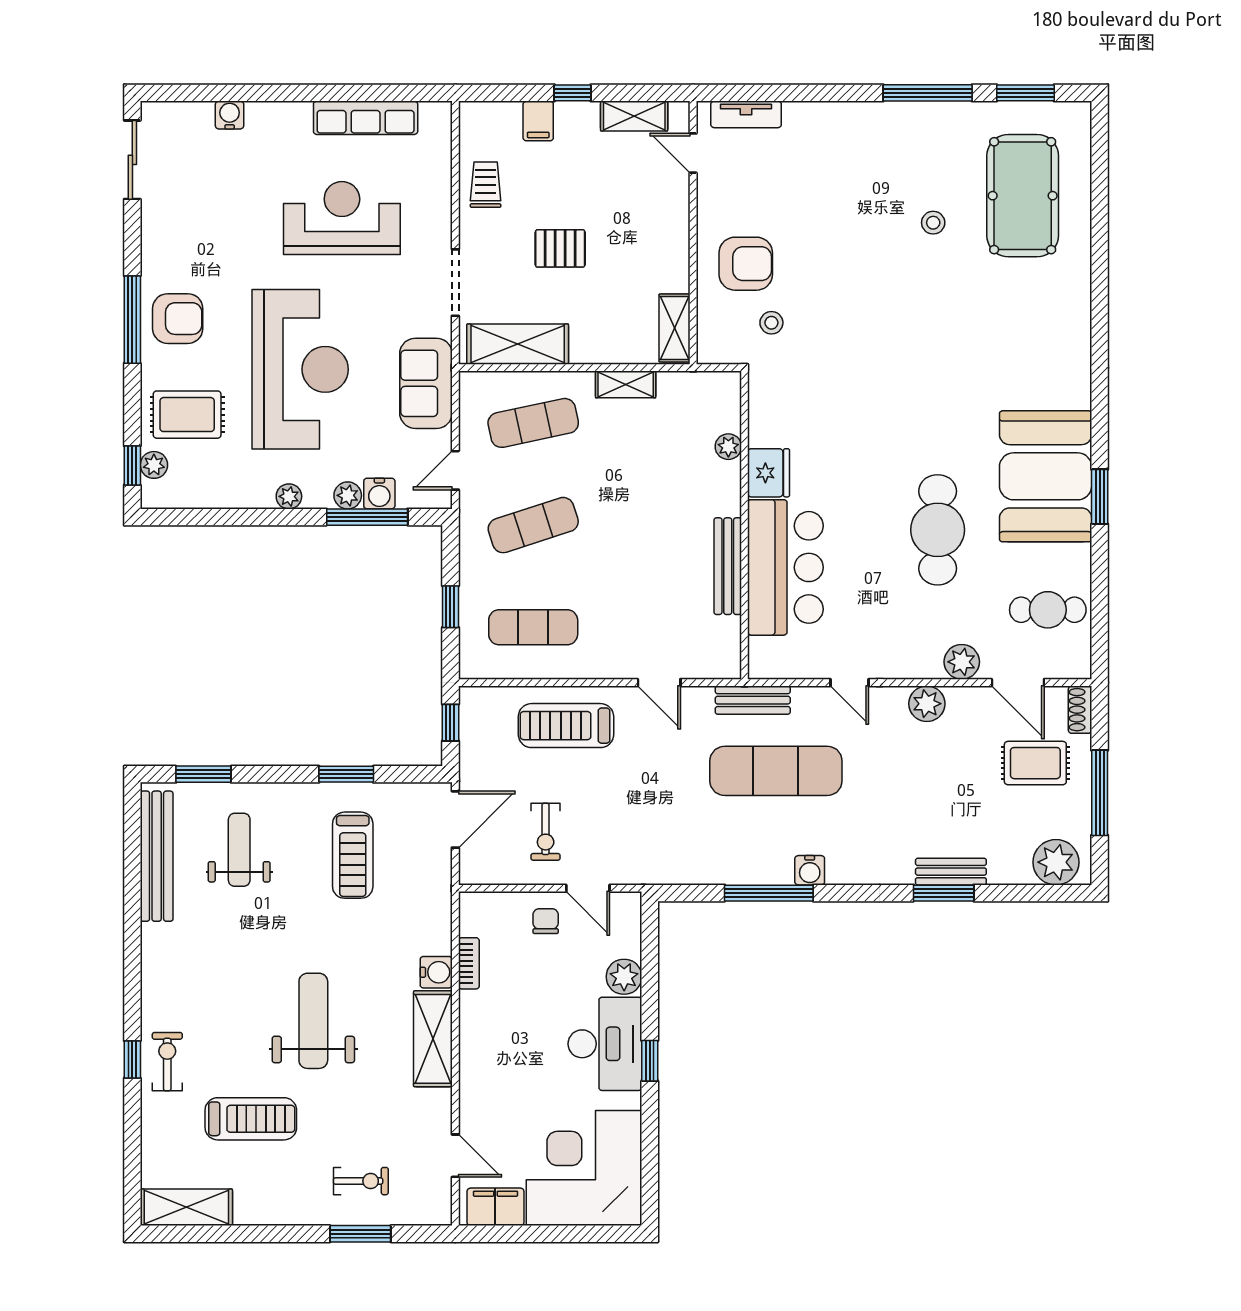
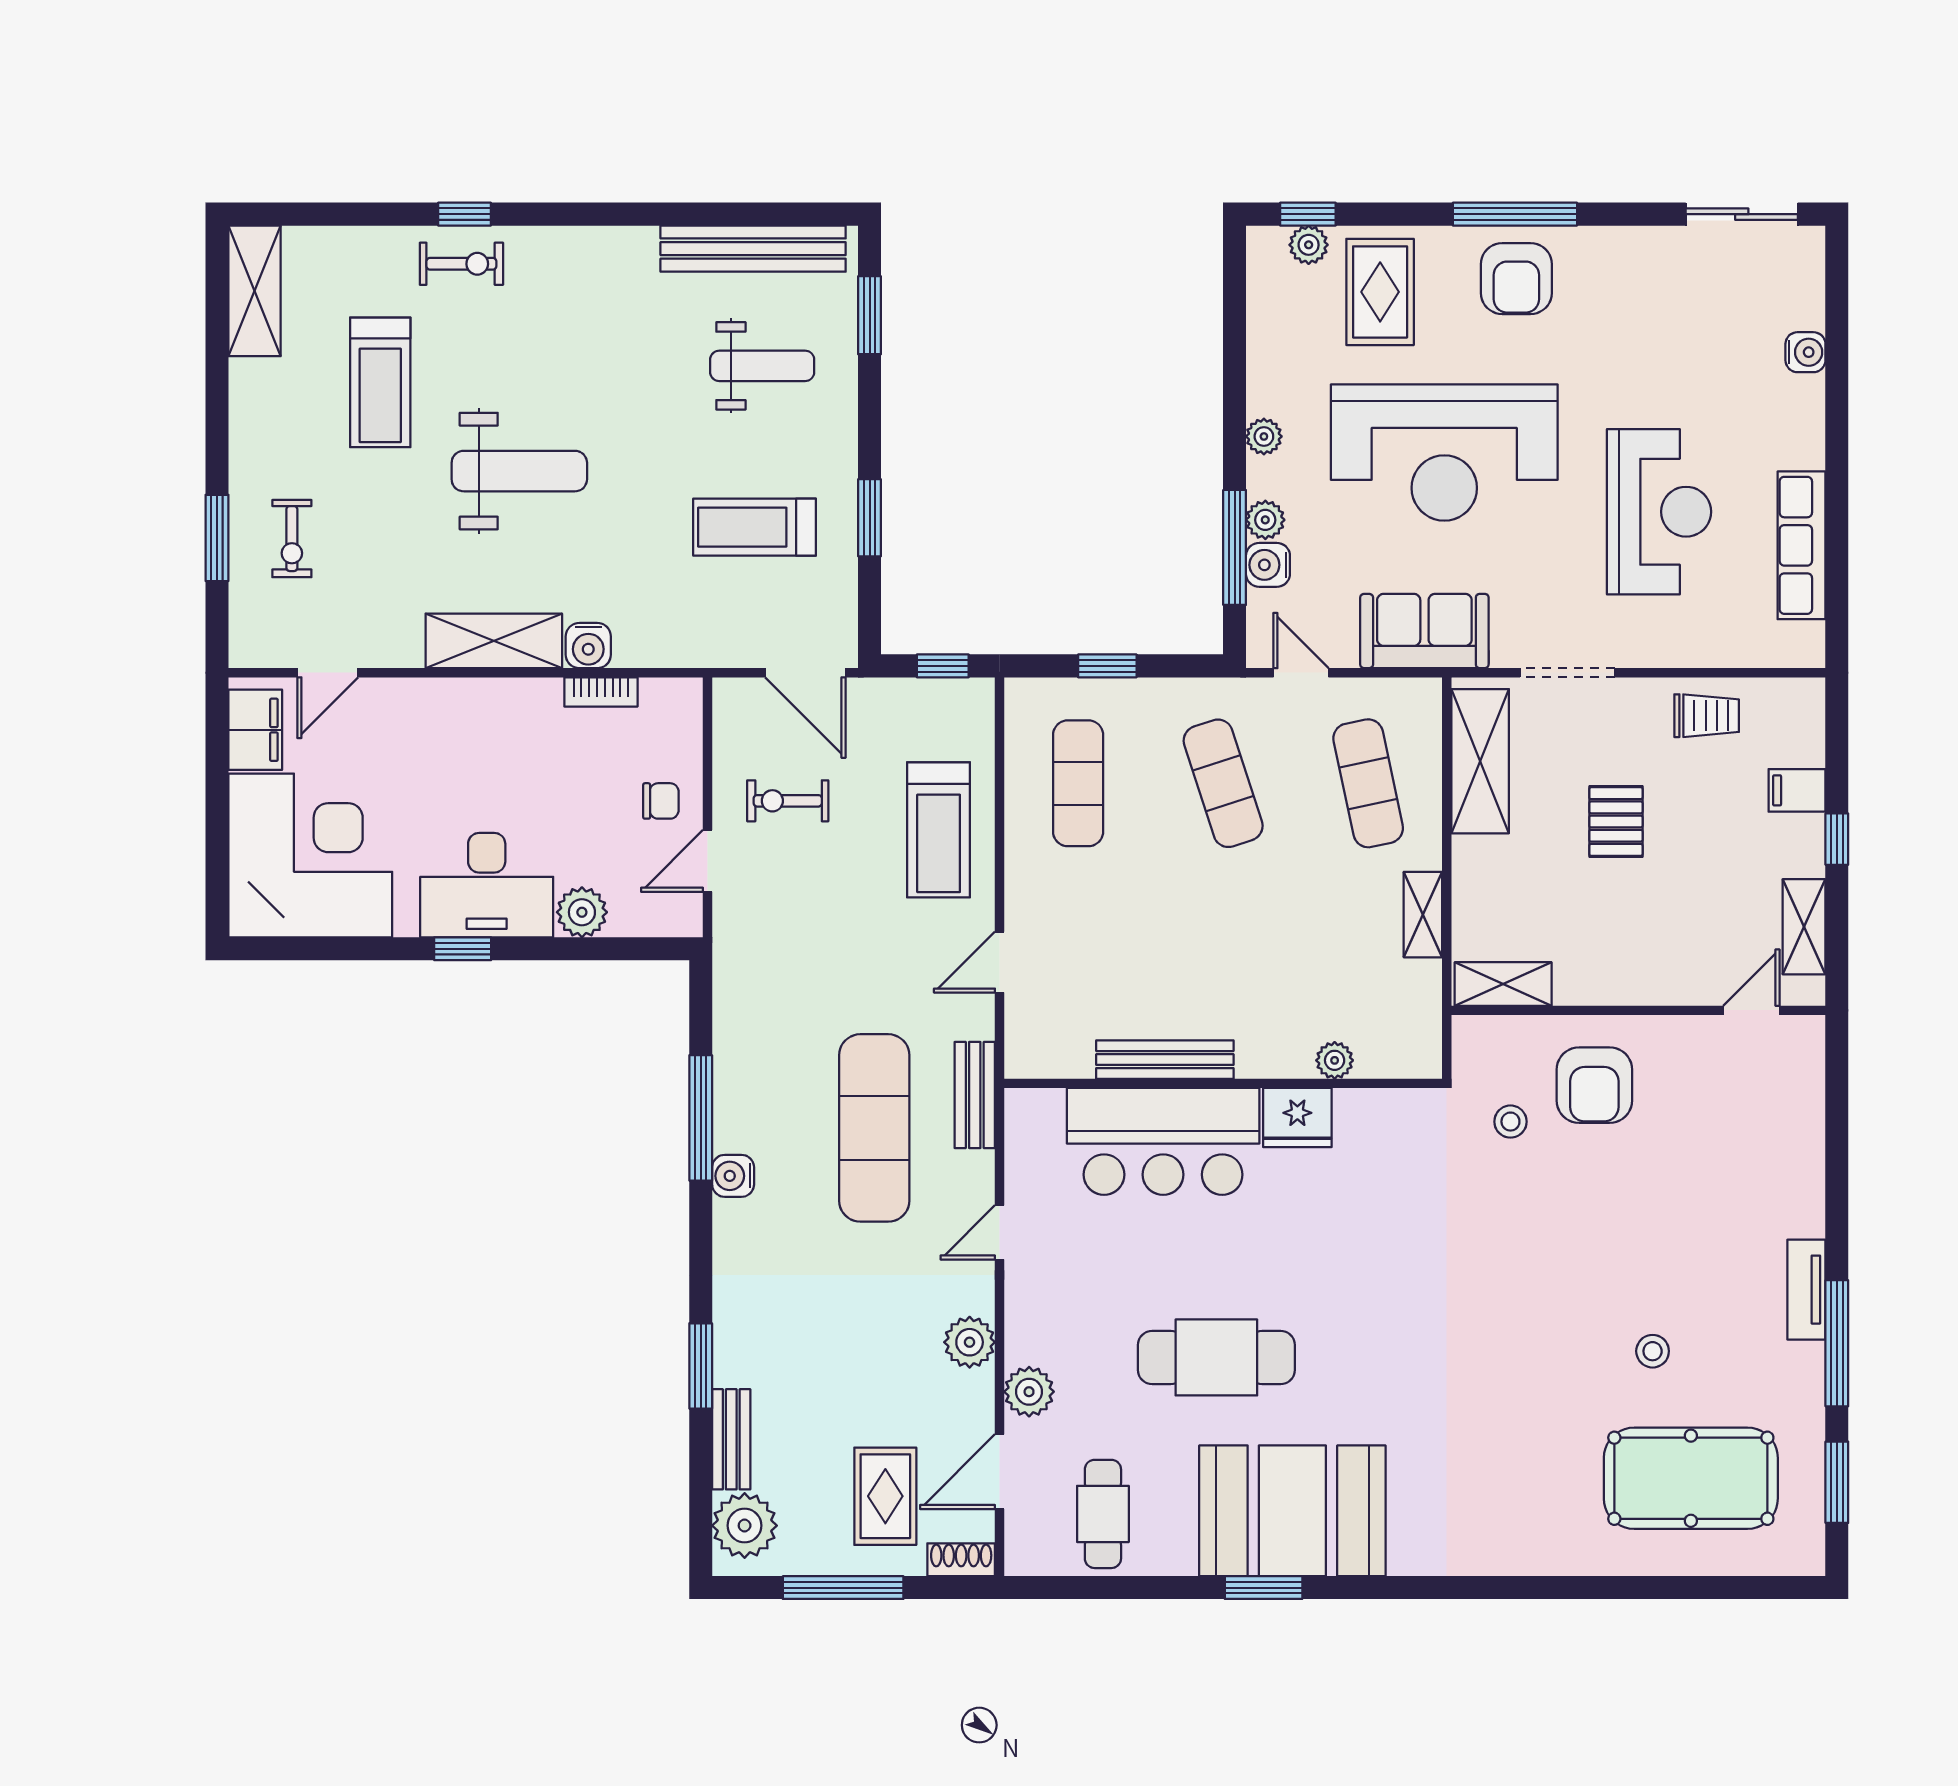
tv unit: (746, 114) -> (1806, 1290), moved
treadmill: (566, 726) -> (939, 830), turned 180
bench: (951, 872) -> (731, 1439), moved

